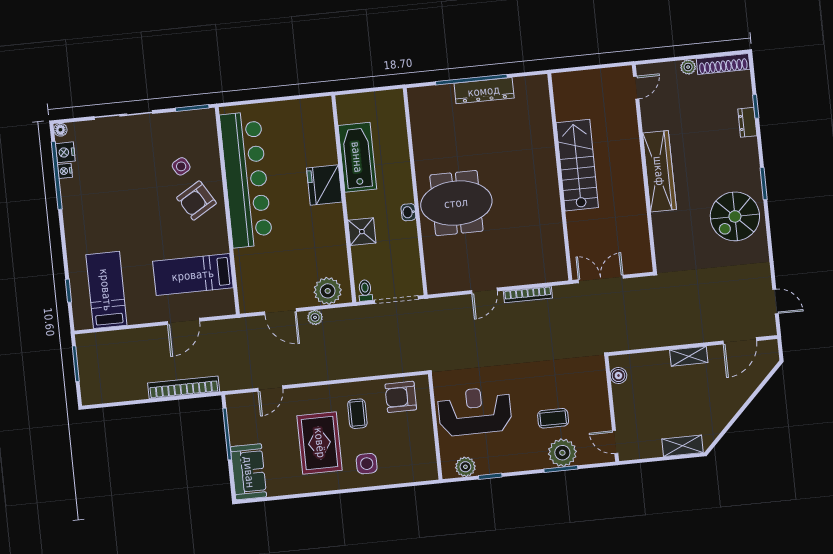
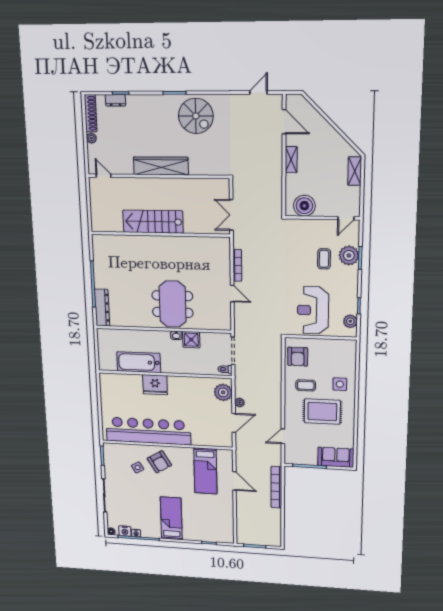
dresser: (484, 91) -> (102, 308), moved
dresser: (747, 122) -> (115, 100), moved
shower: (362, 232) -> (191, 340), moved
bed: (106, 290) -> (171, 518), moved, turned 90
boiler: (618, 376) -> (304, 206), width x1.86, depth x1.86
door: (270, 389) -> (283, 436), swing flipped

